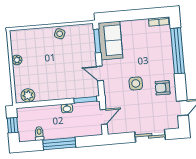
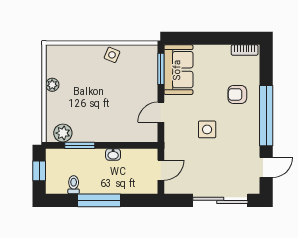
window: (178, 51) -> (266, 116), moved
door: (100, 73) -> (161, 112), hinge flipped
armchair: (163, 88) -> (237, 94), moved
window: (85, 100) -> (80, 145), moved
sliding door: (150, 136) -> (220, 200), width x1.37

